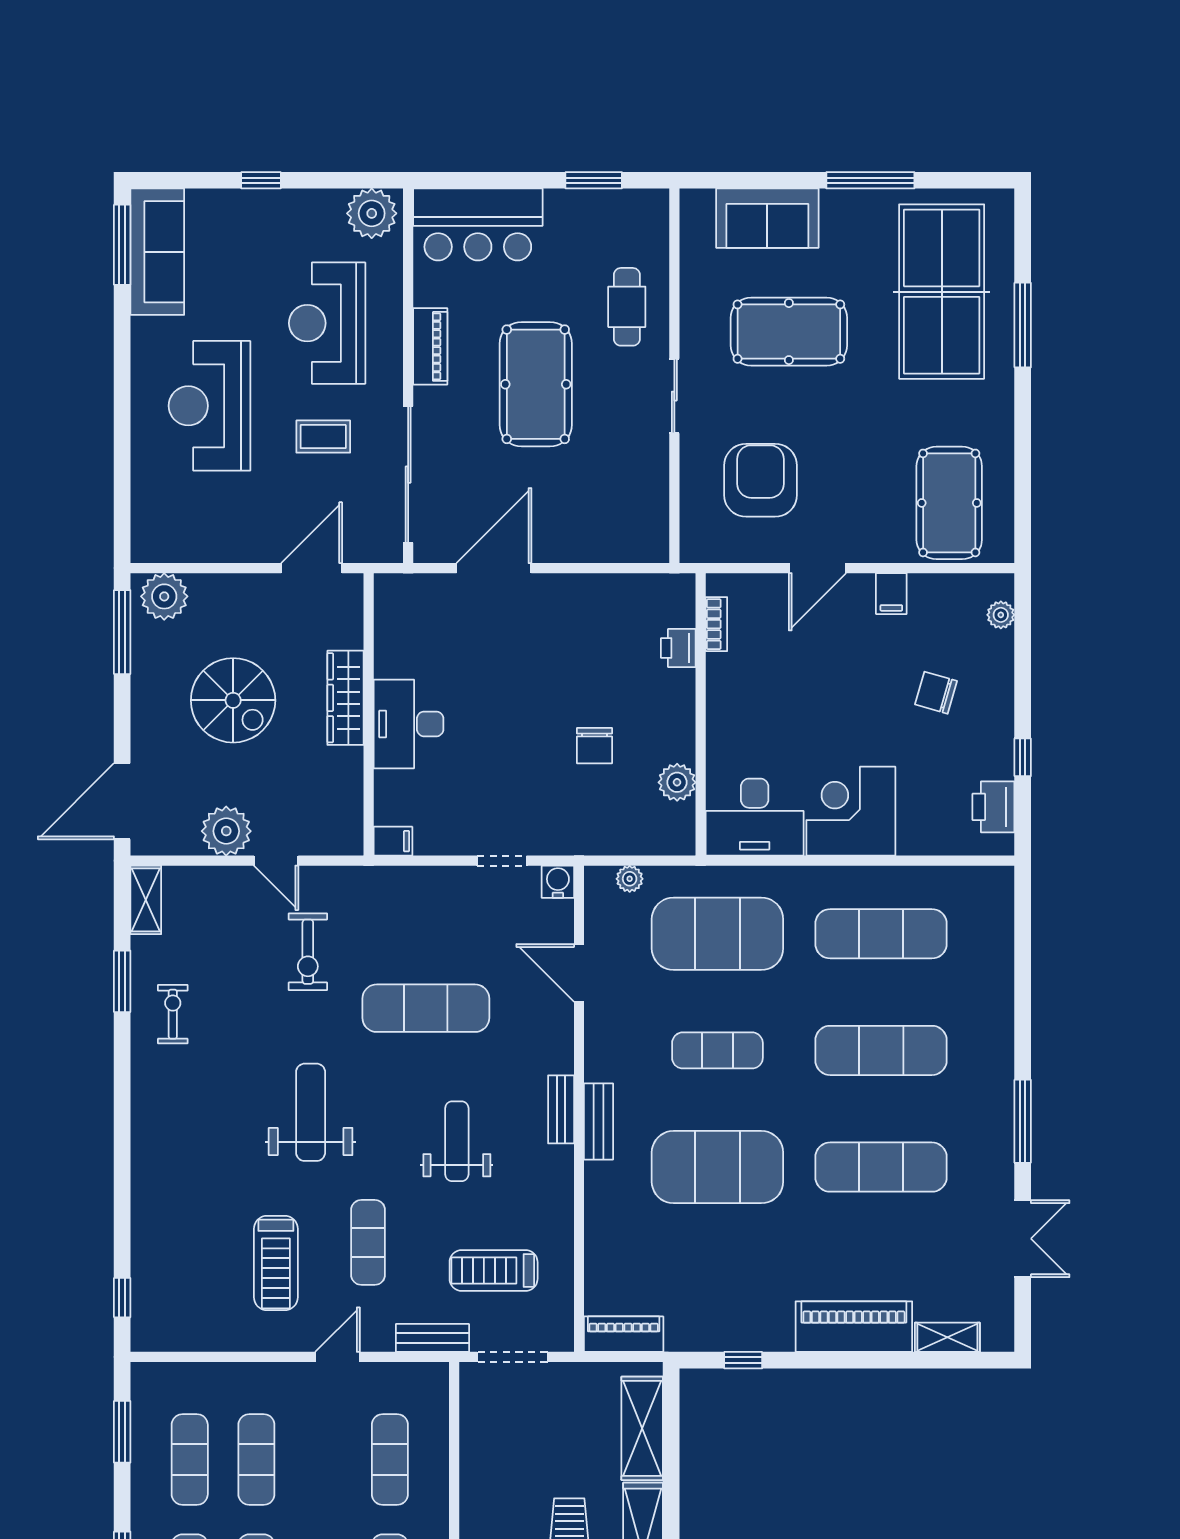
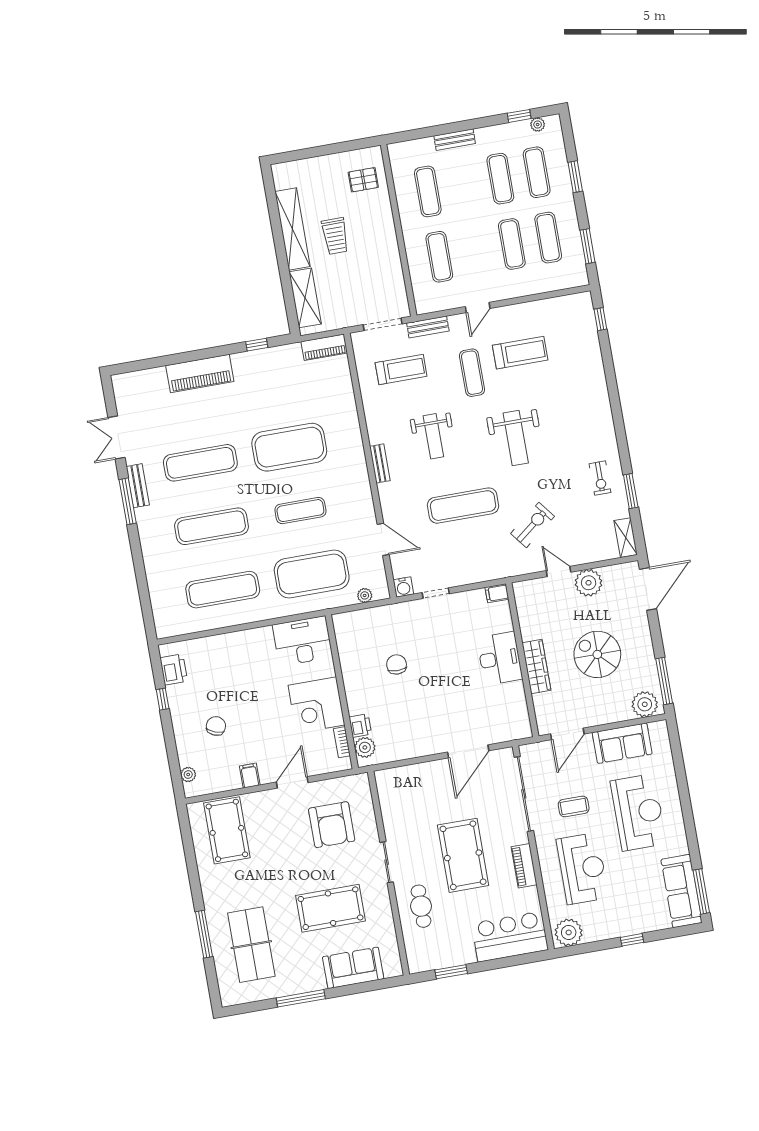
table tennis table: (942, 292) -> (251, 945), width x0.73, depth x0.76
sofa: (217, 534) -> (622, 743), added
chair: (936, 693) -> (216, 726), turned -85
plant: (677, 782) -> (365, 747), moved
corner desk: (851, 811) -> (316, 705), moved, turned 90
exercise bike: (308, 952) -> (533, 525), turned 52
bench: (599, 1121) -> (138, 486), moved
treadmill: (276, 1263) -> (520, 353), turned 90
shelving: (947, 1337) -> (148, 377), removed

